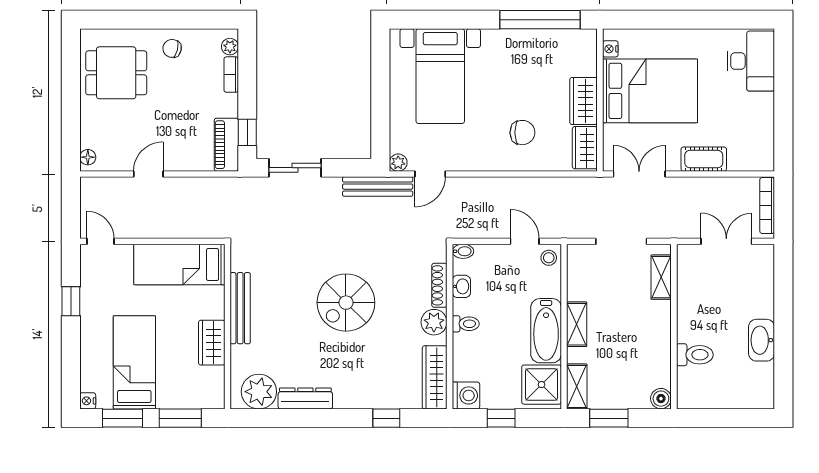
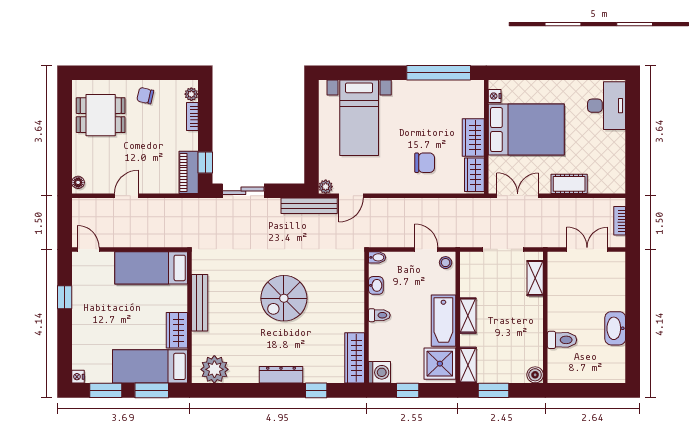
bookcase: (767, 205) -> (620, 221), width x0.64
shoe rack: (439, 285) -> (358, 285), removed
plant: (434, 322) -> (354, 314), removed
bed: (134, 362) -> (150, 366), moved, turned -90
dresser: (305, 398) -> (281, 375), moved

